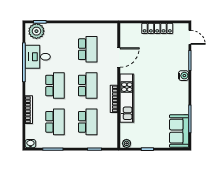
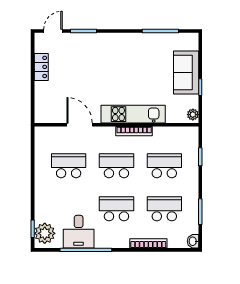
locker: (157, 28) -> (41, 67), width x0.66
water cooler: (184, 76) -> (103, 39), removed
sofa: (179, 131) -> (186, 73), moved, turned 90

